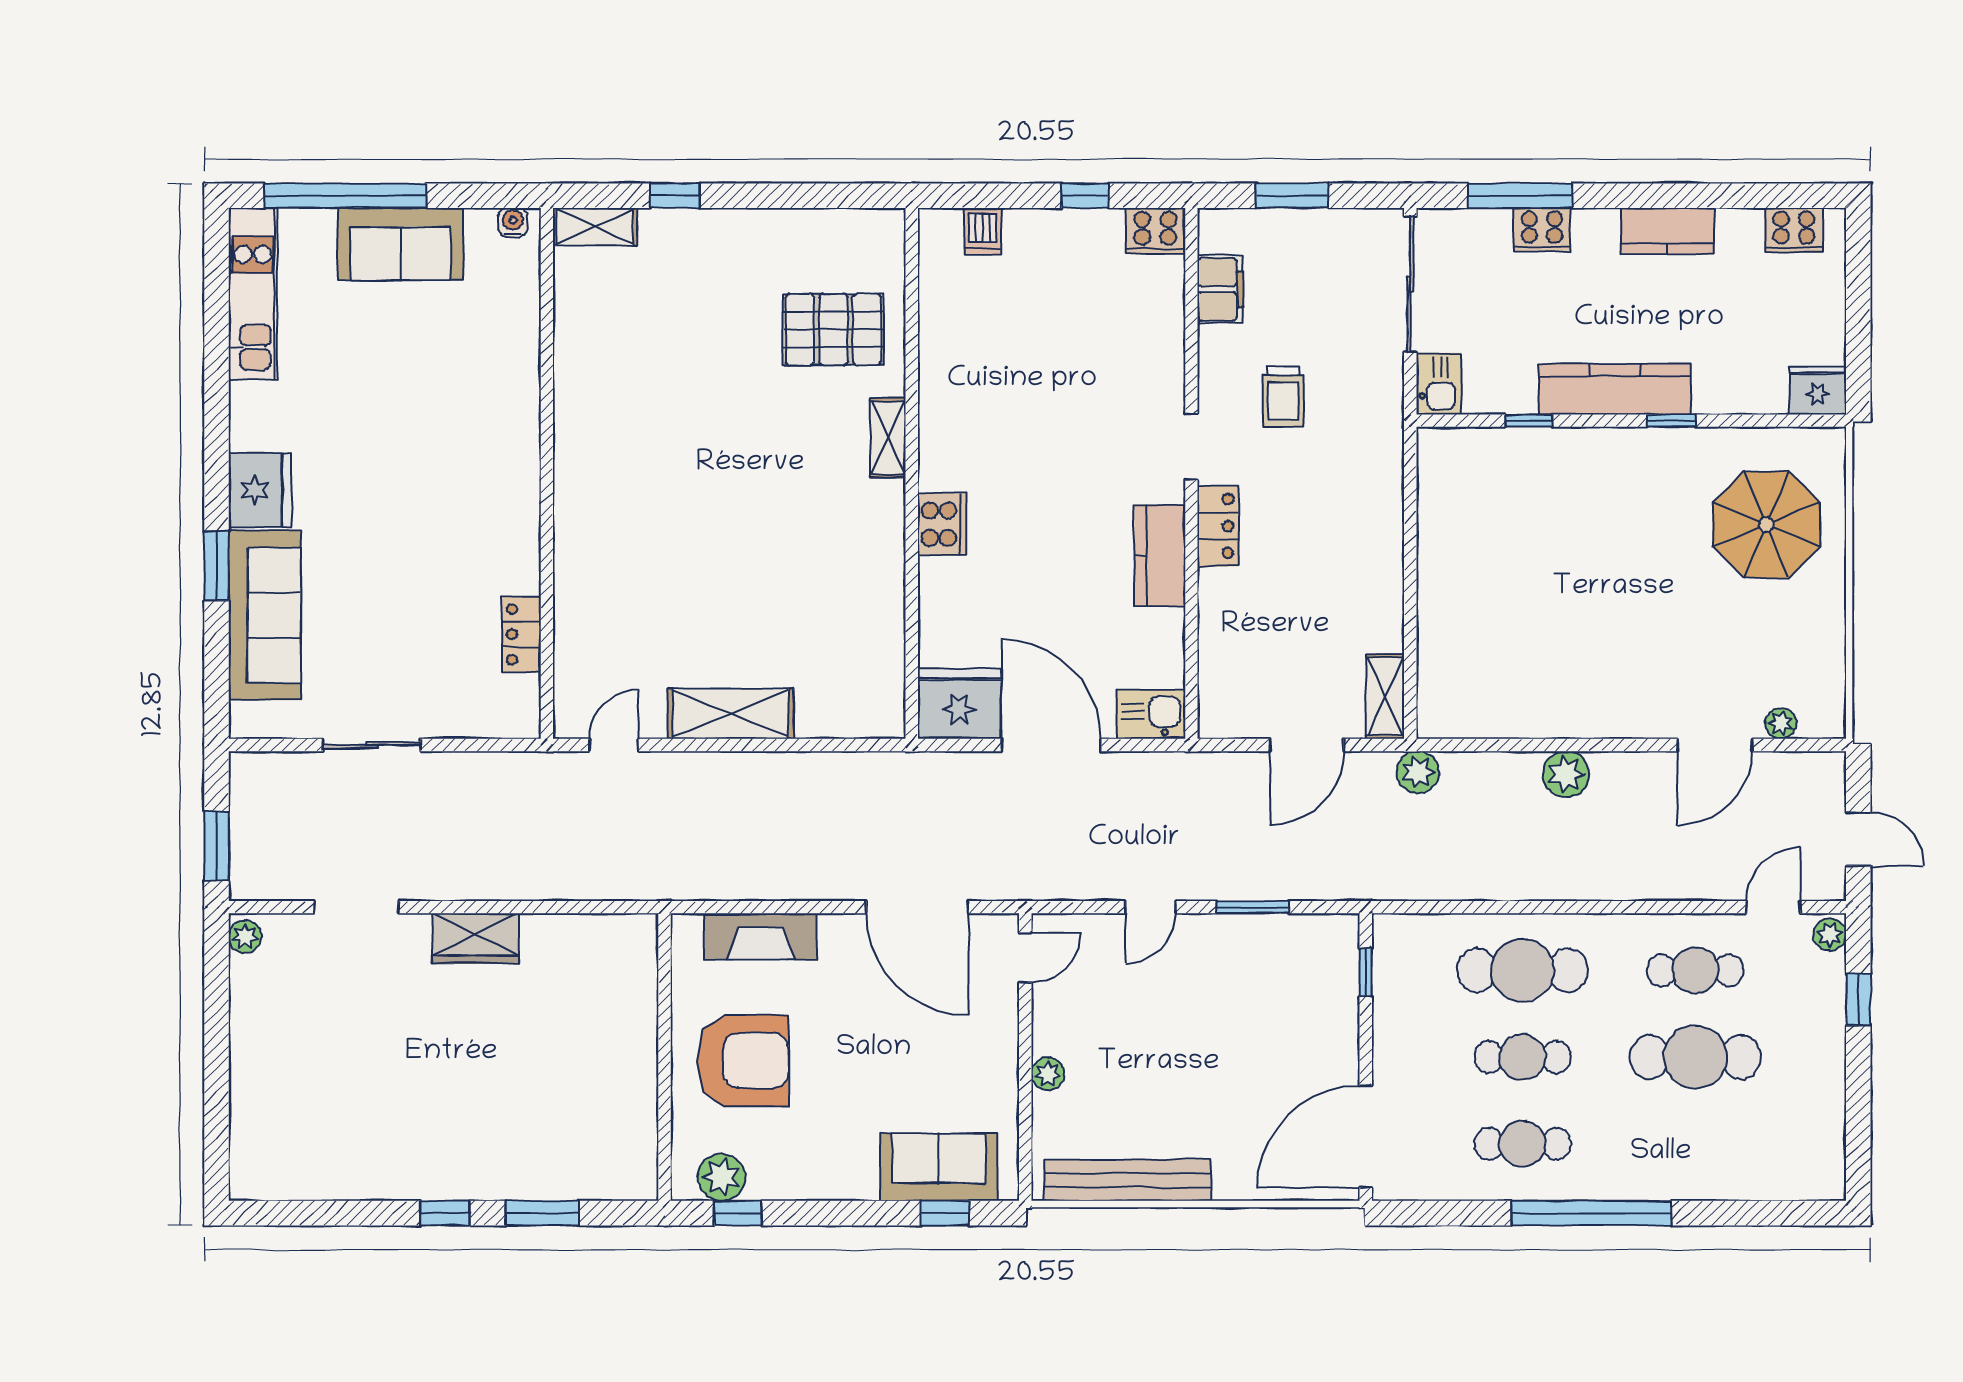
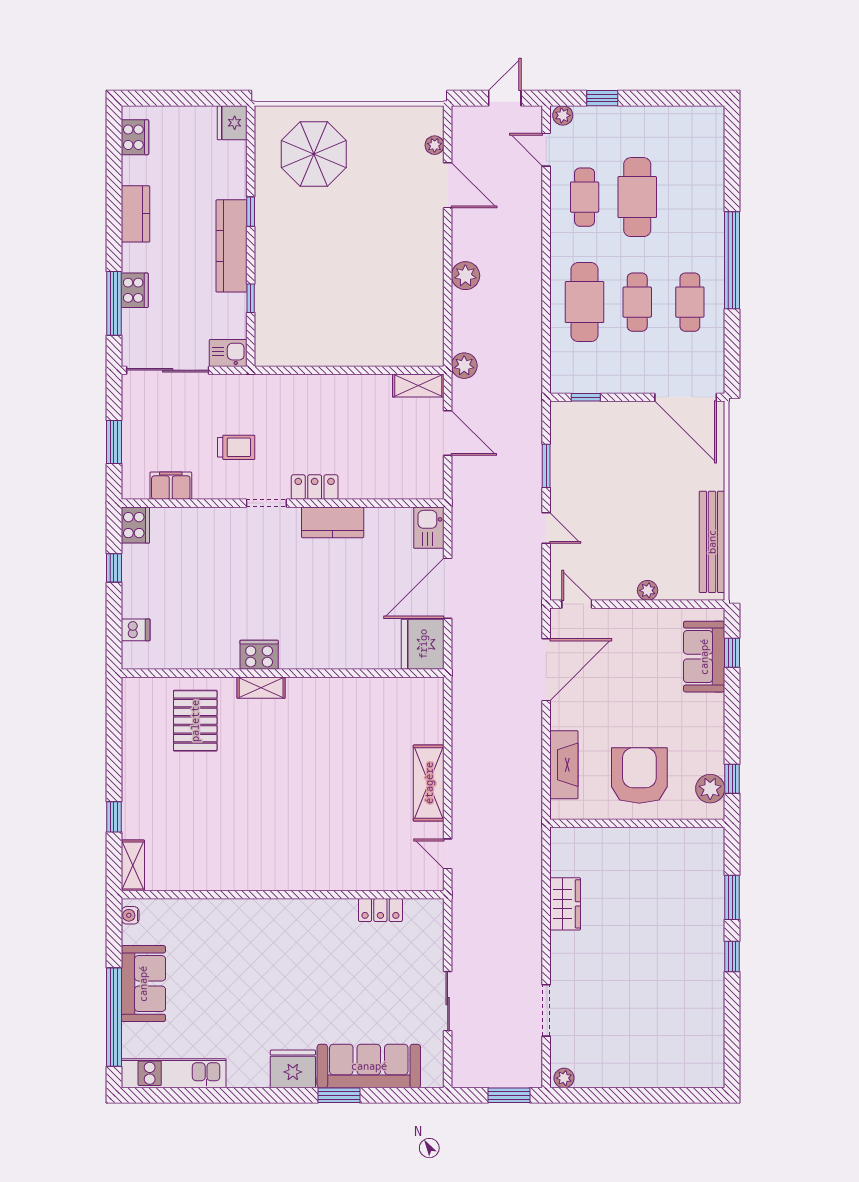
cooker: (942, 524) -> (259, 655), moved
wardrobe: (476, 938) -> (565, 904), moved

